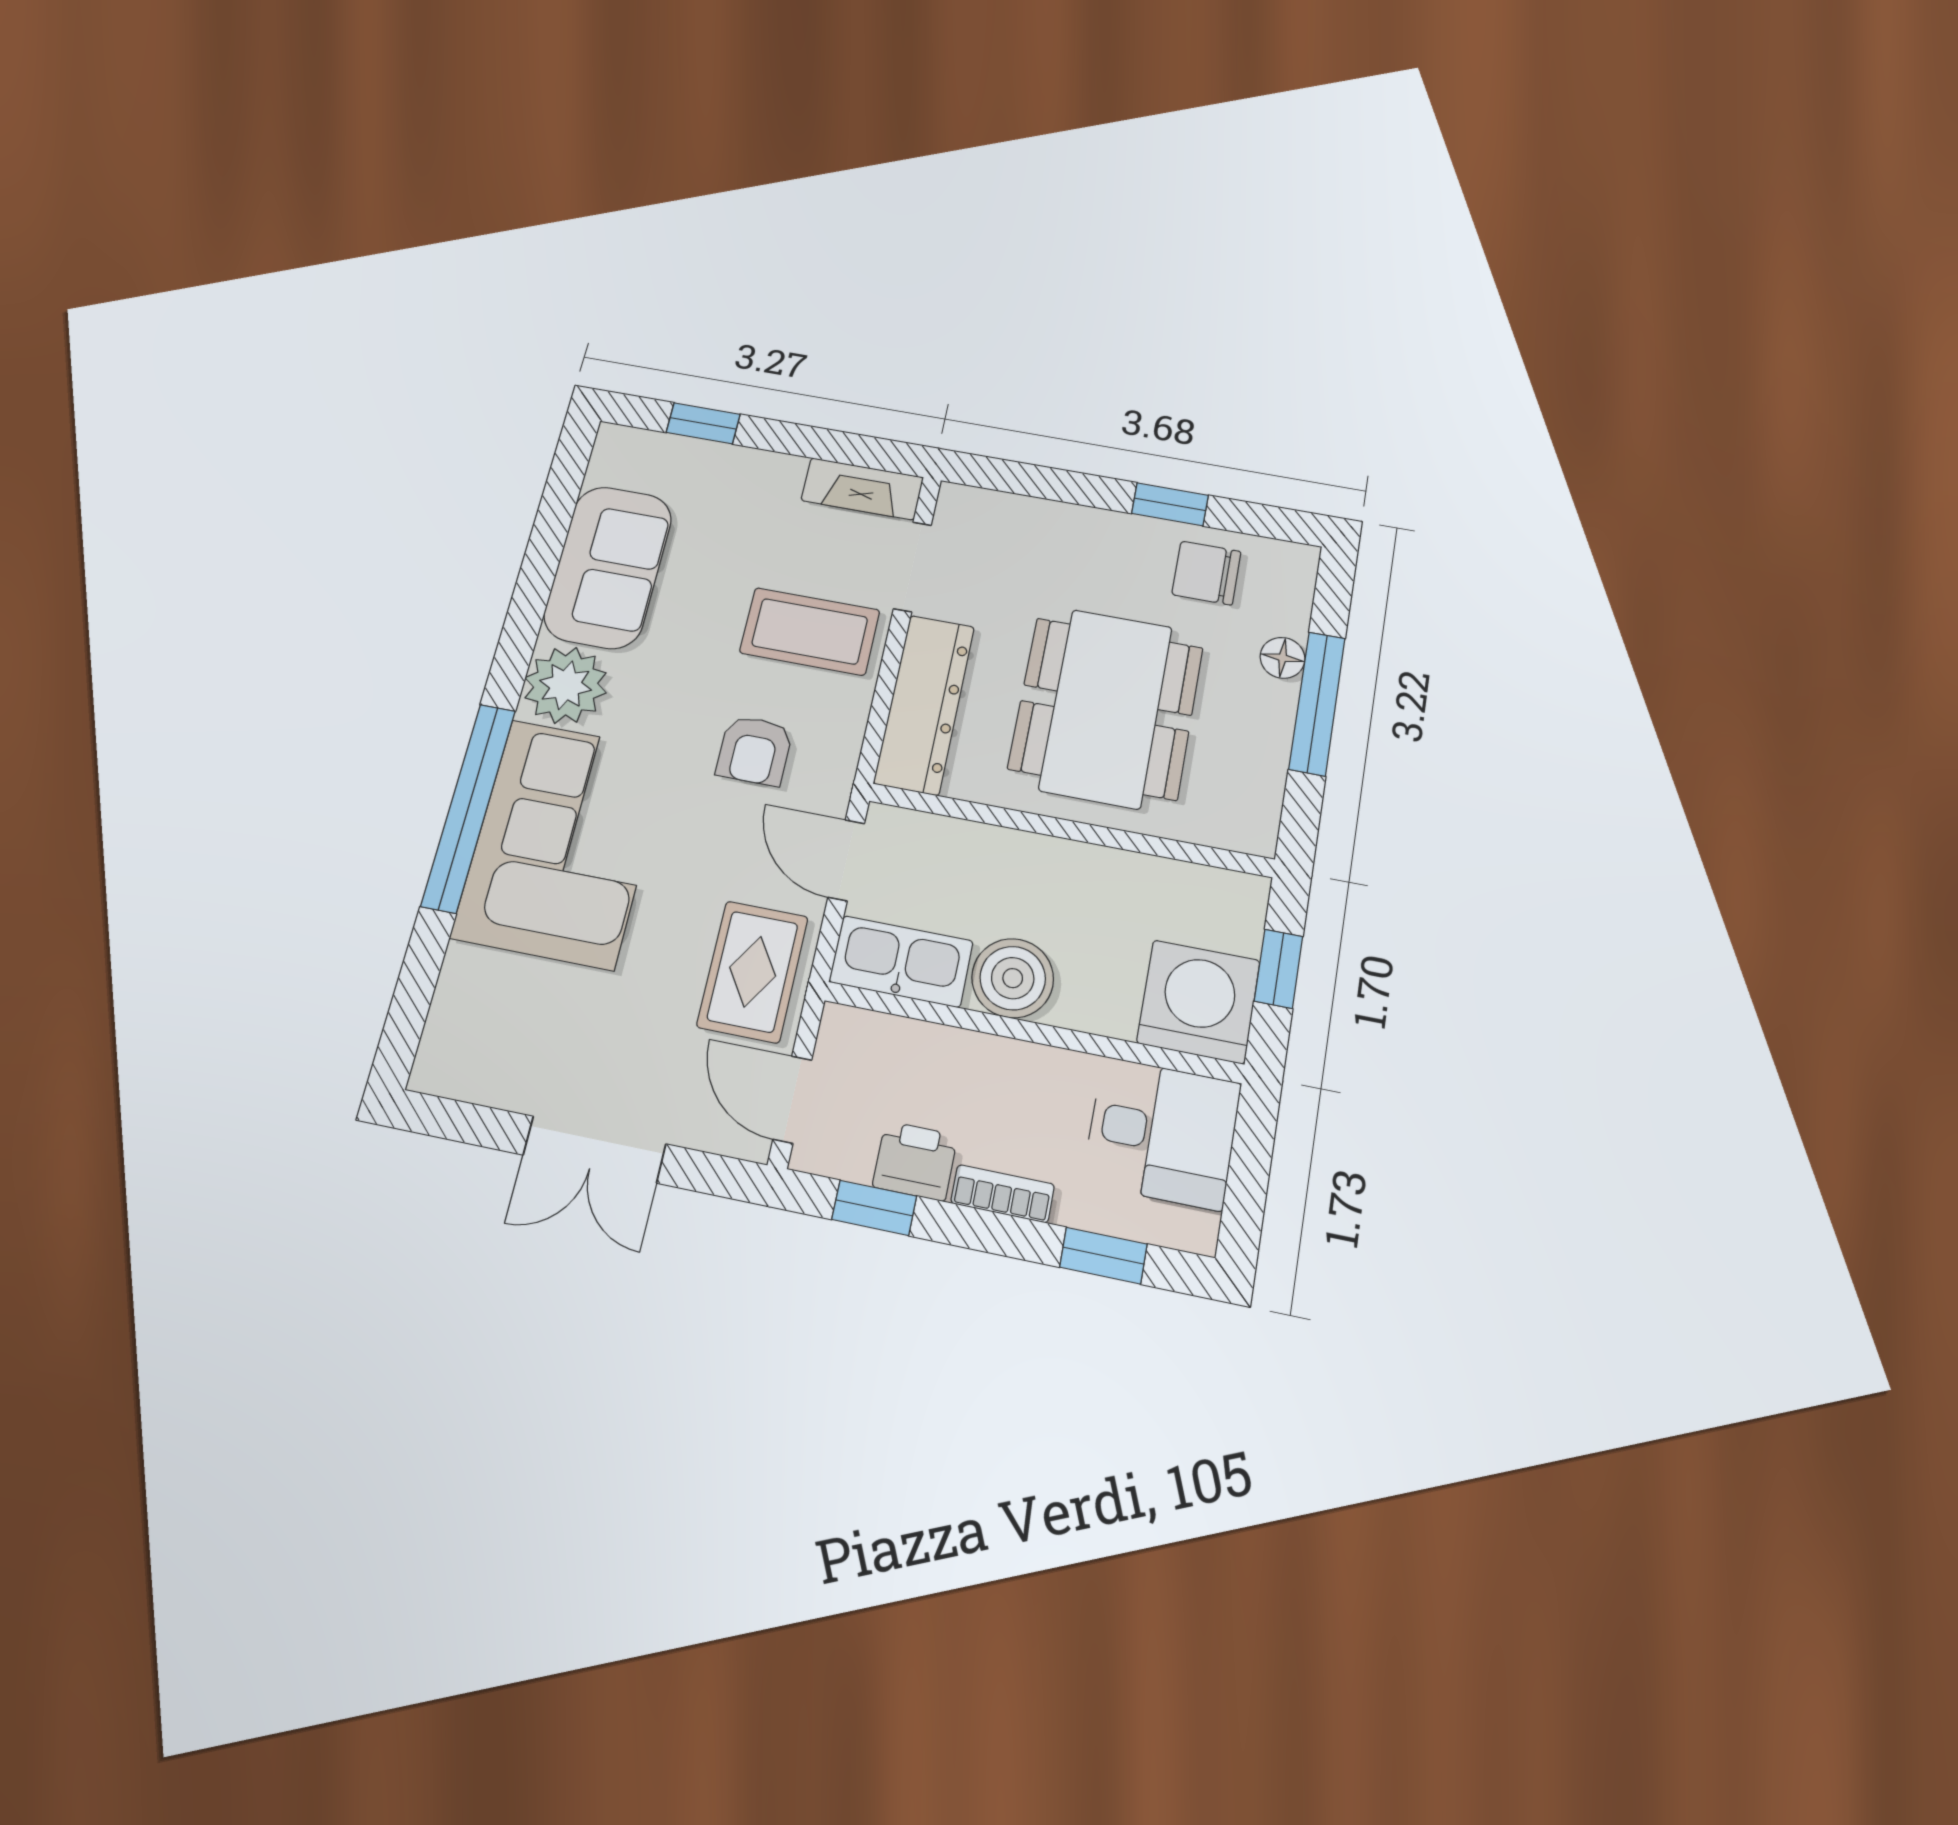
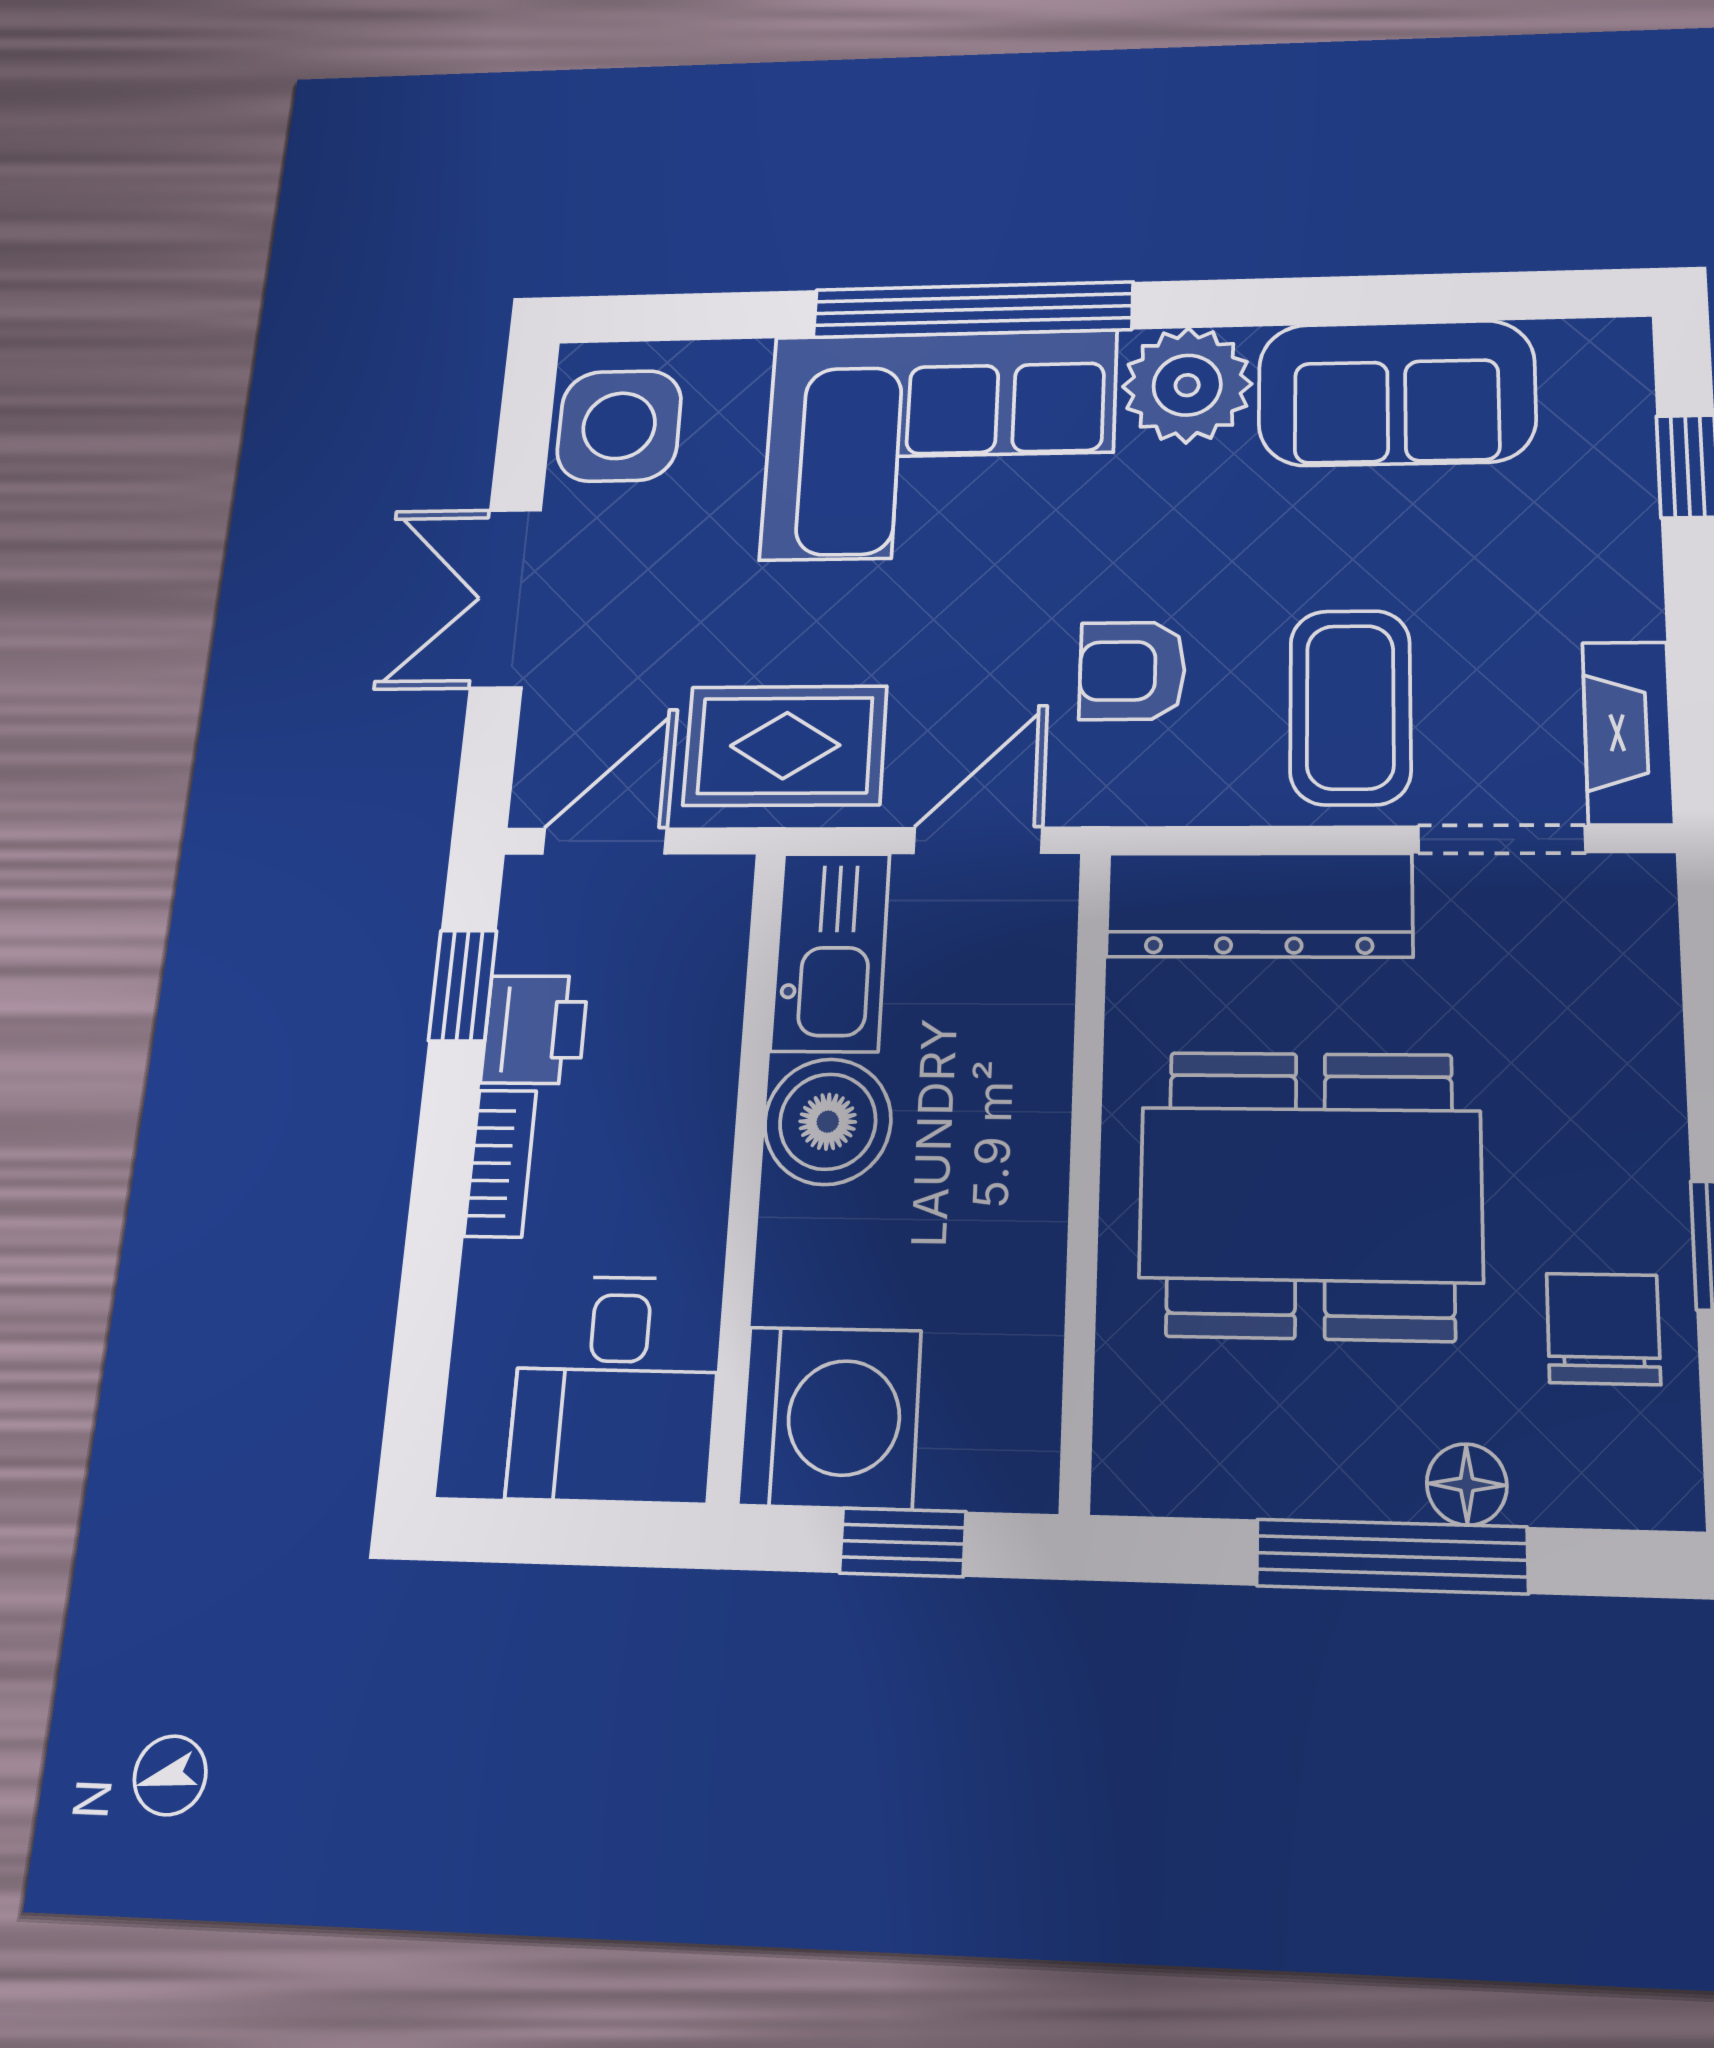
side table: (484, 1055) -> (619, 426), added
window: (1103, 1256) -> (425, 1326), removed

